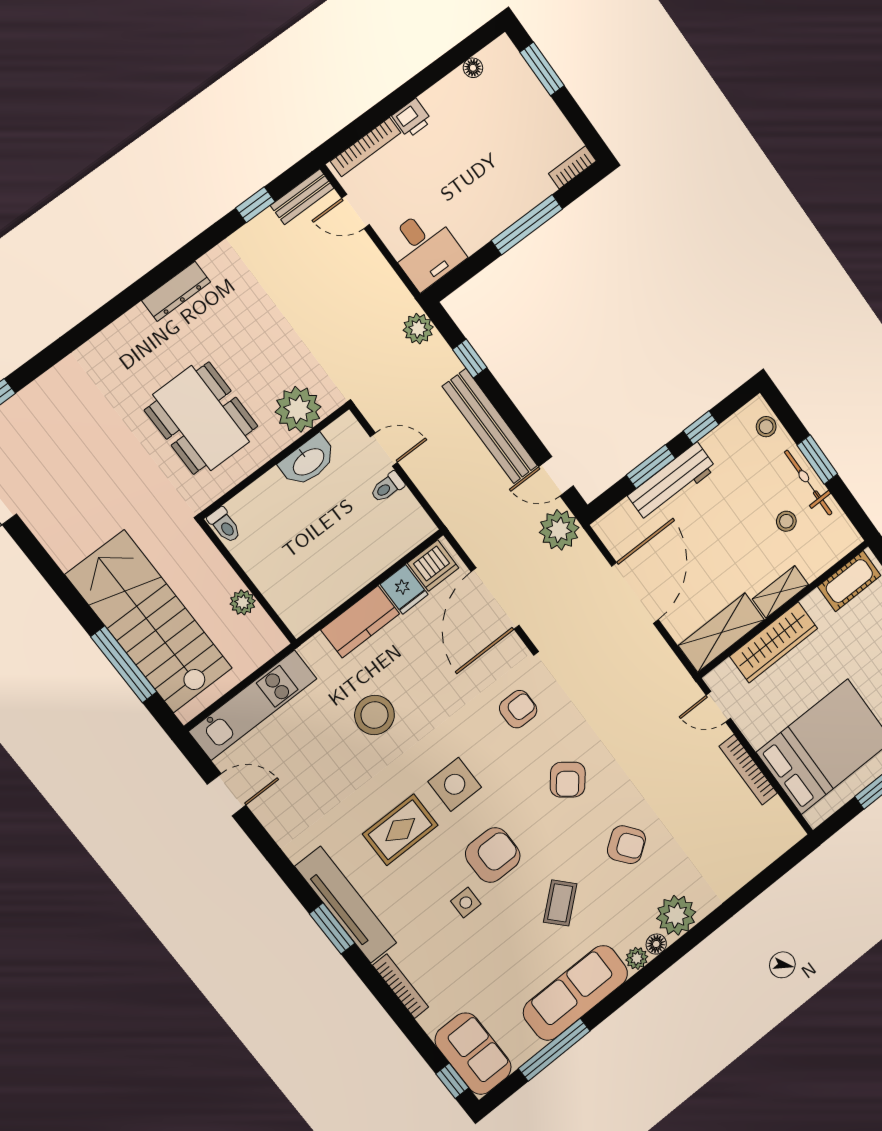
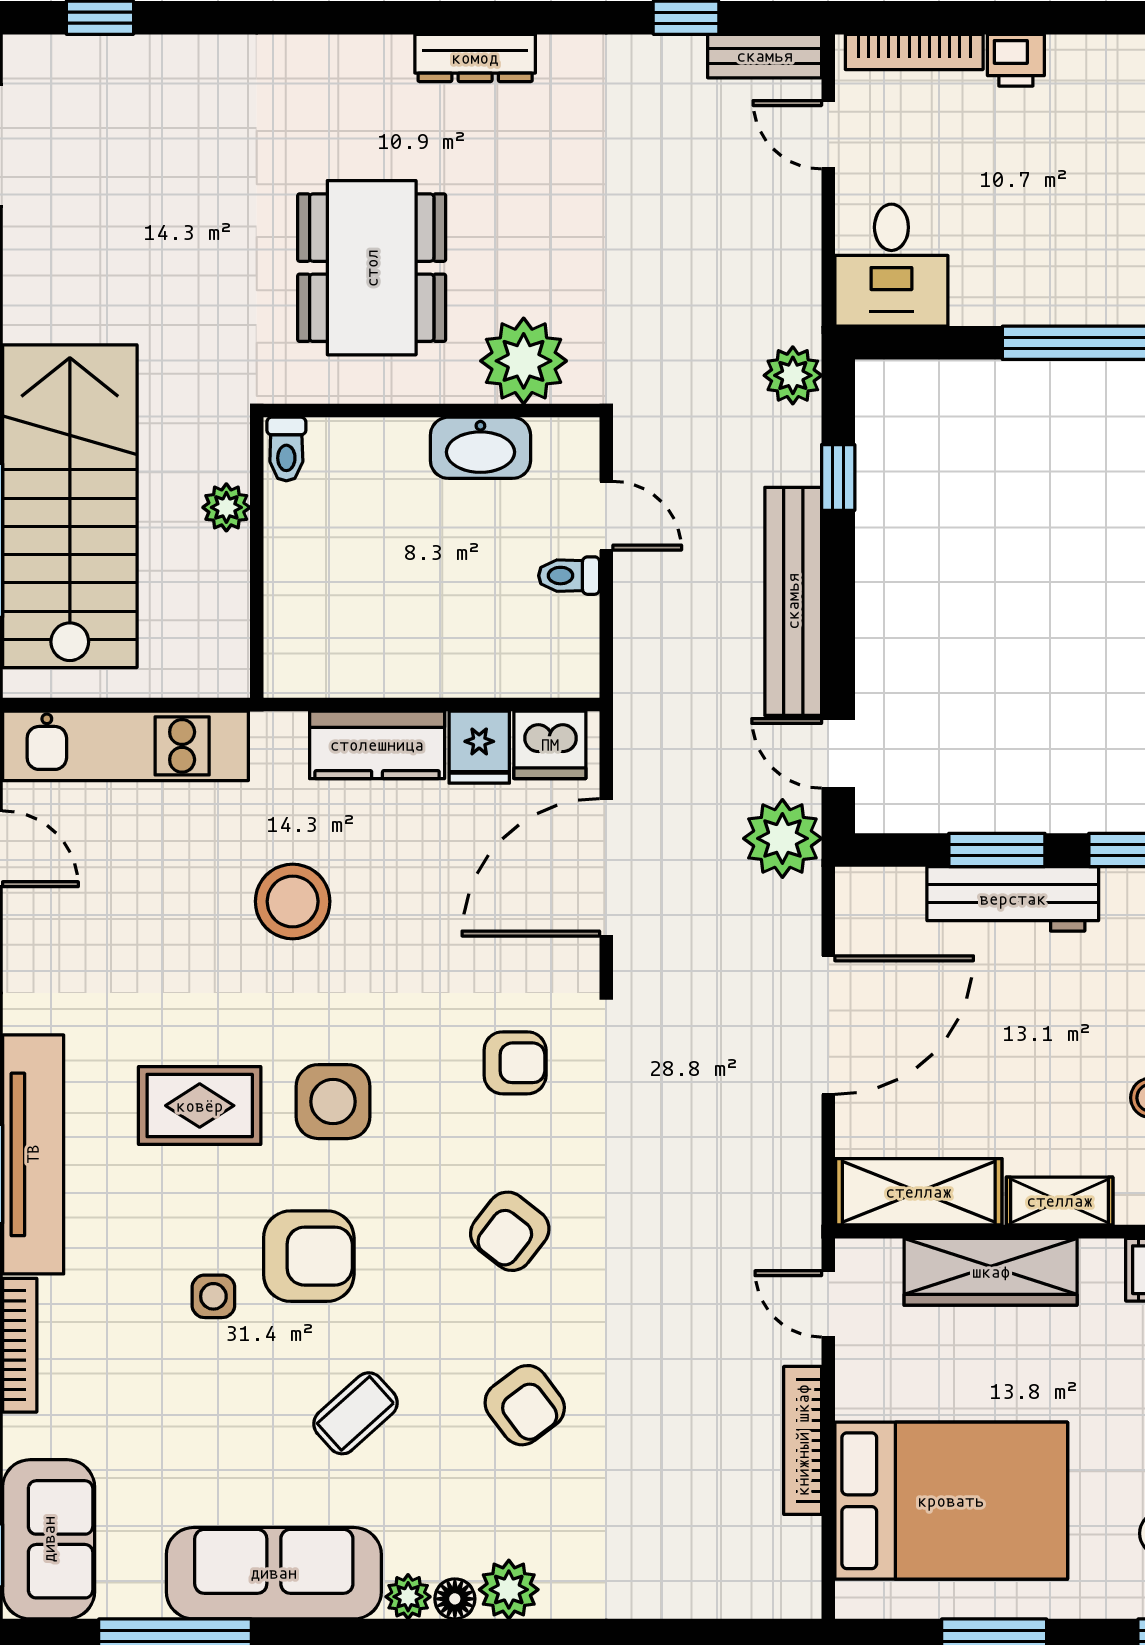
plant: (243, 602) -> (226, 507), moved
plant: (676, 915) -> (509, 1590), width x0.73, depth x0.73

